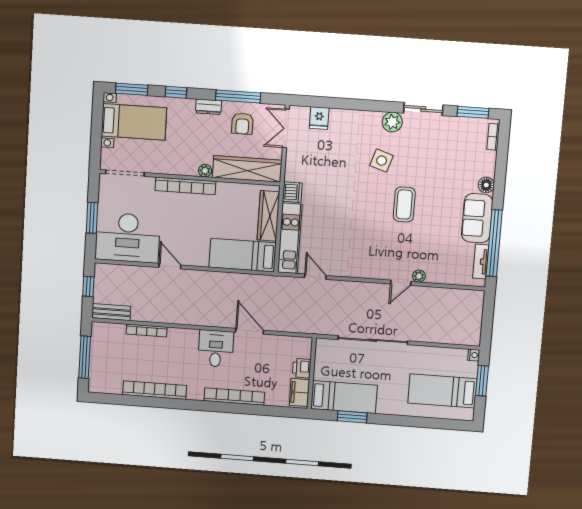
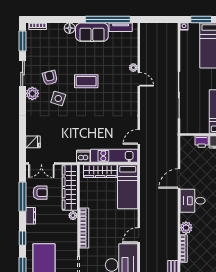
armchair: (414, 150) -> (50, 78), added
plant: (177, 336) -> (186, 228), added

